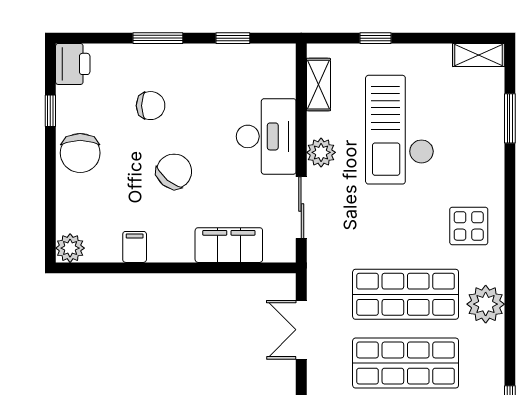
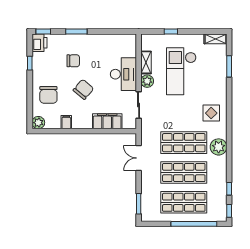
window: (233, 38) -> (43, 31), moved
shelving: (318, 85) -> (146, 62), moved
chair: (80, 153) -> (48, 95), moved

